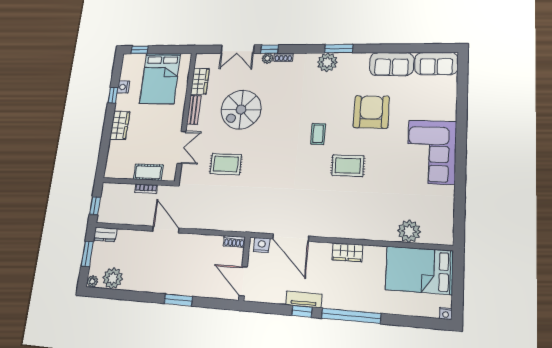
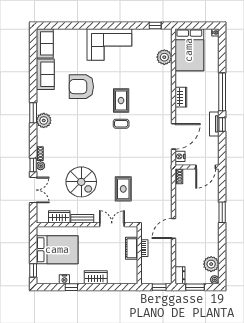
coffee table: (318, 134) -> (121, 124), moved
window: (459, 220) -> (155, 25), added

